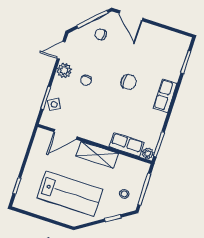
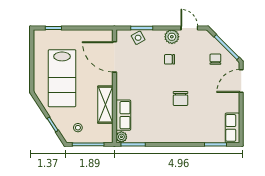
row of seats: (165, 96) -> (232, 128), moved, turned -90
door: (66, 134) -> (114, 57), width x1.36
shelving: (97, 155) -> (105, 105), moved

